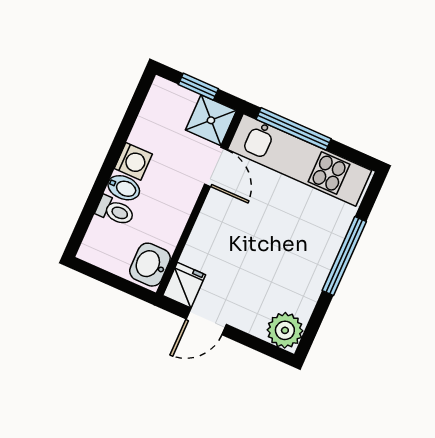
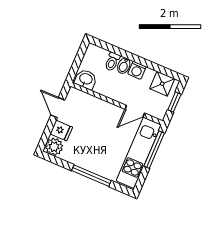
shower: (211, 120) -> (162, 84), moved
fridge: (184, 285) -> (61, 131), moved

